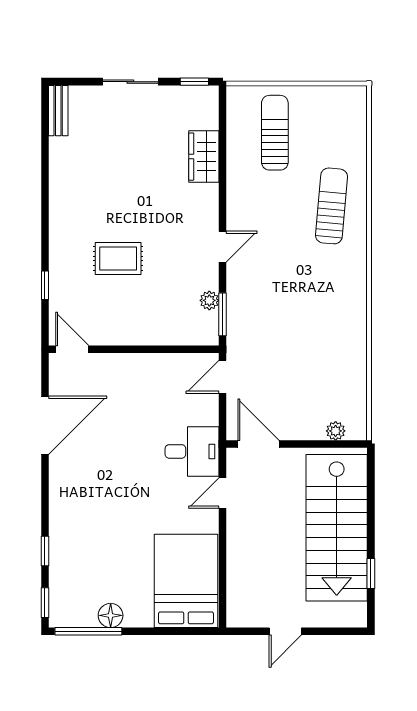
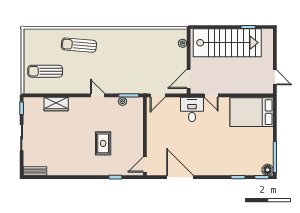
door: (222, 377) -> (158, 95), hinge flipped
floor lamp: (111, 615) -> (268, 170), moved
door: (285, 631) -> (275, 77), moved

